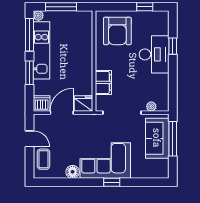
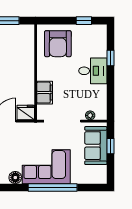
desk: (154, 54) -> (93, 71), width x0.73
window: (173, 139) -> (111, 146), width x0.46
window: (112, 182) -> (53, 187), width x3.17

